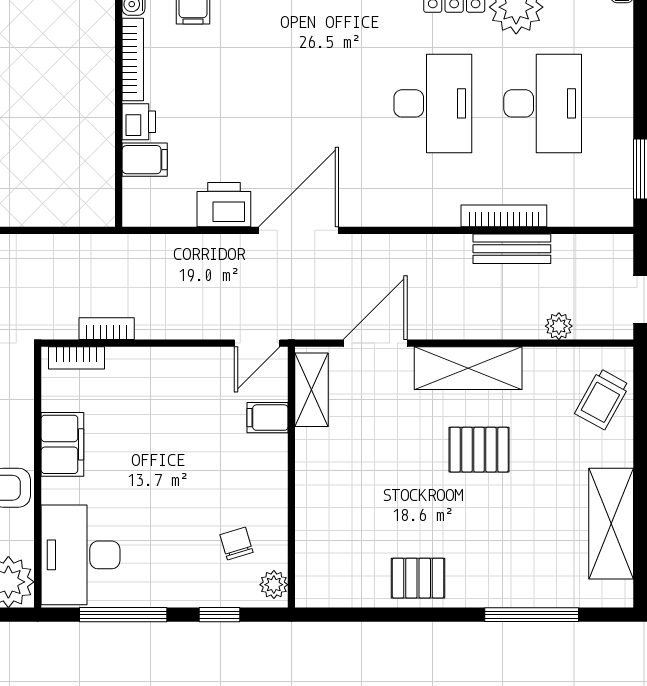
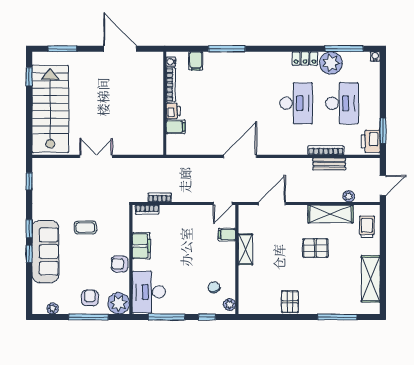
printer: (224, 205) -> (371, 141), moved, turned -90
shelving: (468, 368) -> (331, 214), moved
shelving: (312, 390) -> (245, 249), moved
trolley: (602, 399) -> (367, 227), turned 151
pallet: (418, 578) -> (290, 302), turned 90

